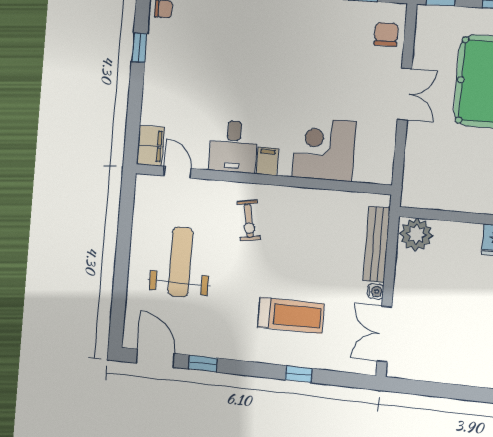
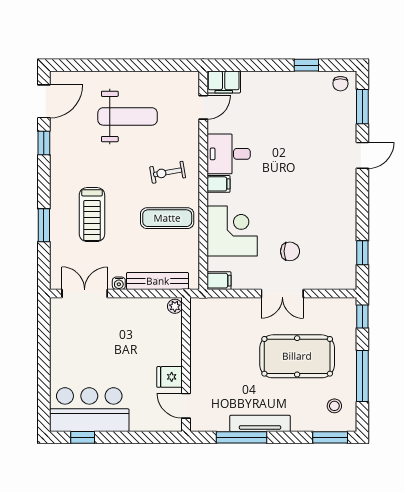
chair: (386, 34) -> (290, 251), moved
filing cabinet: (382, 170) -> (219, 281), added
exercise mat: (302, 226) -> (167, 218), added
plant: (416, 234) -> (175, 306), width x0.53, depth x0.53
window: (299, 374) -> (44, 225), width x1.50

